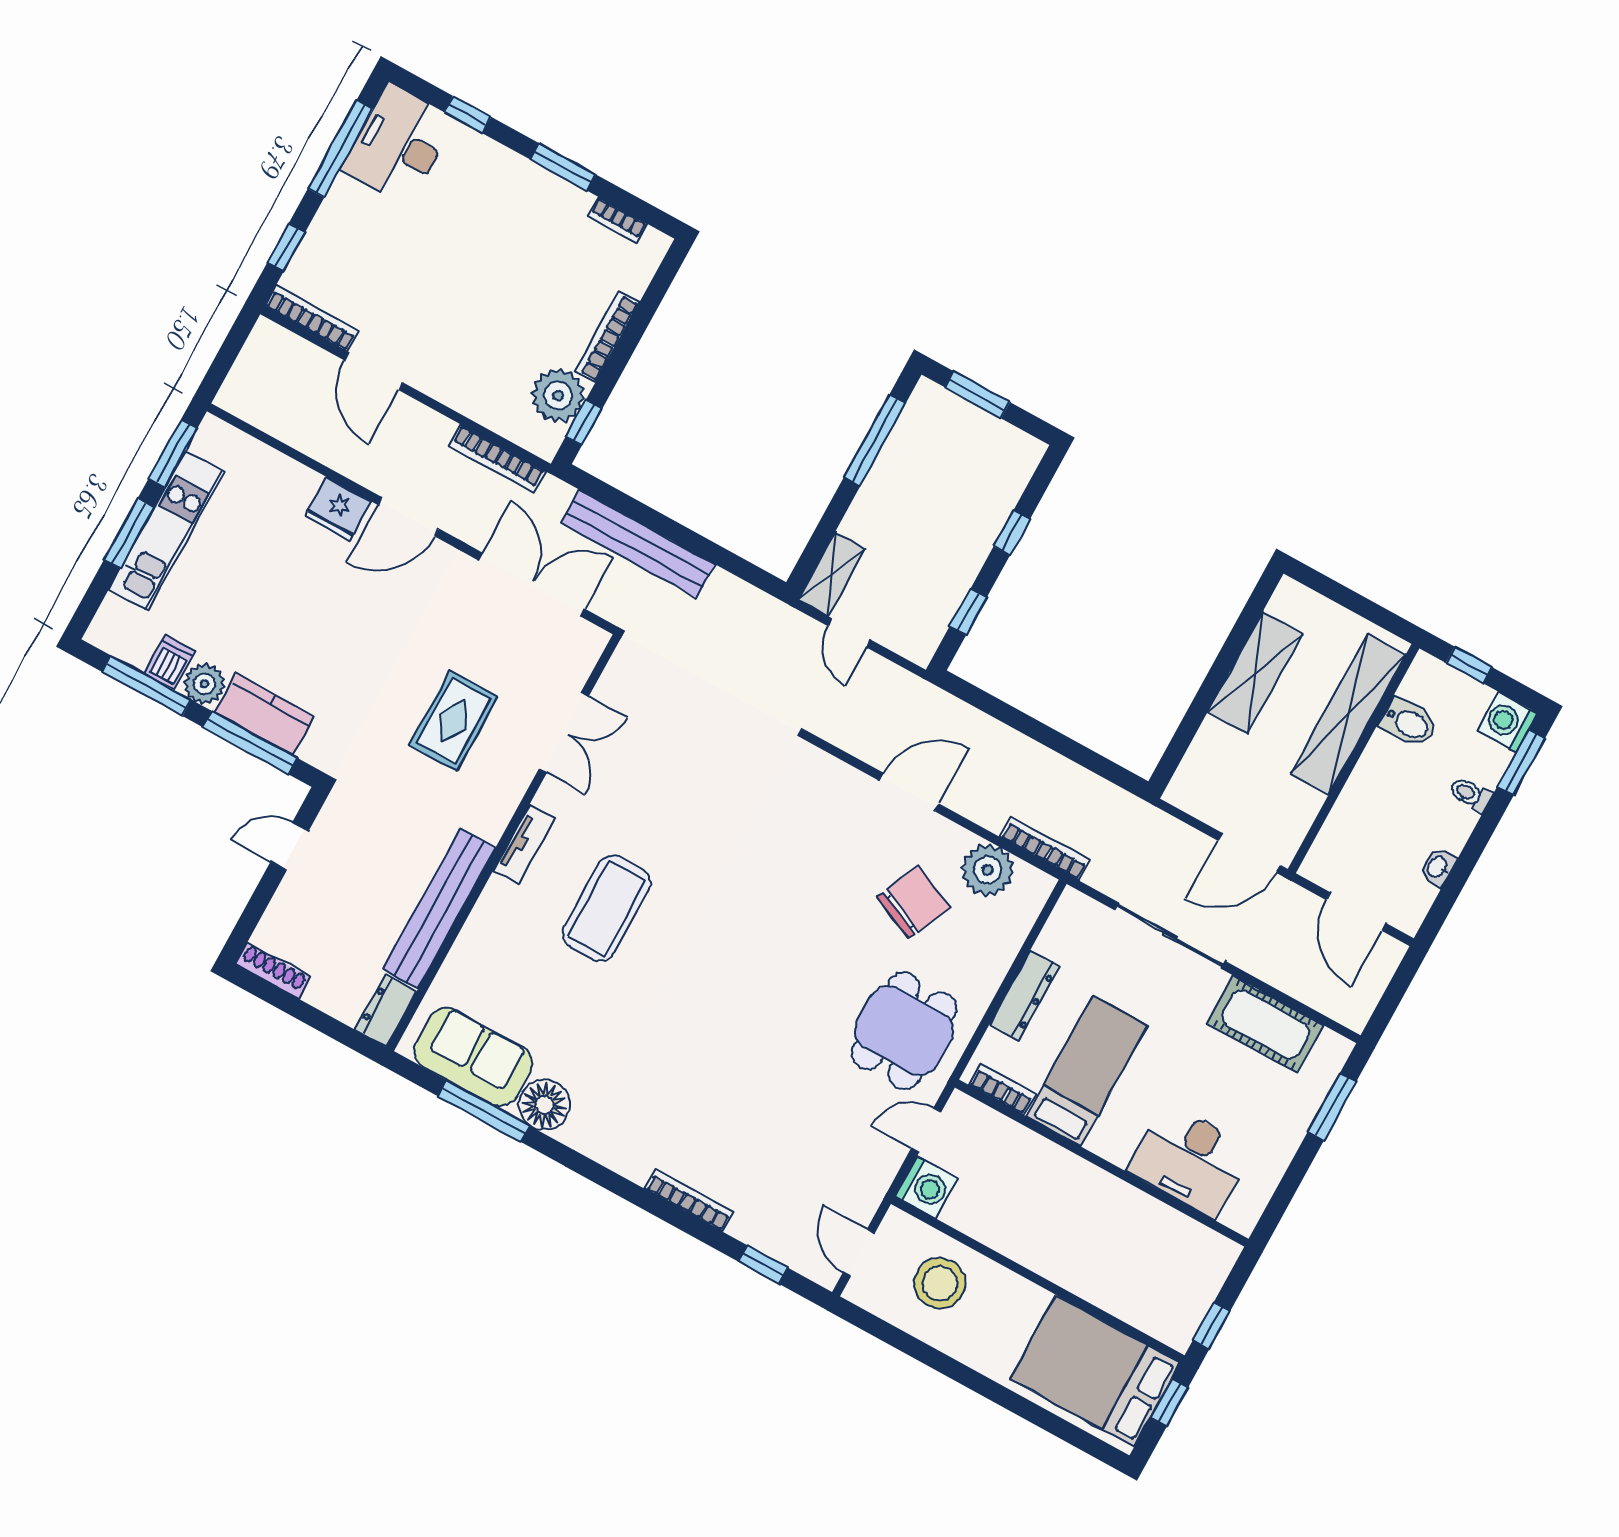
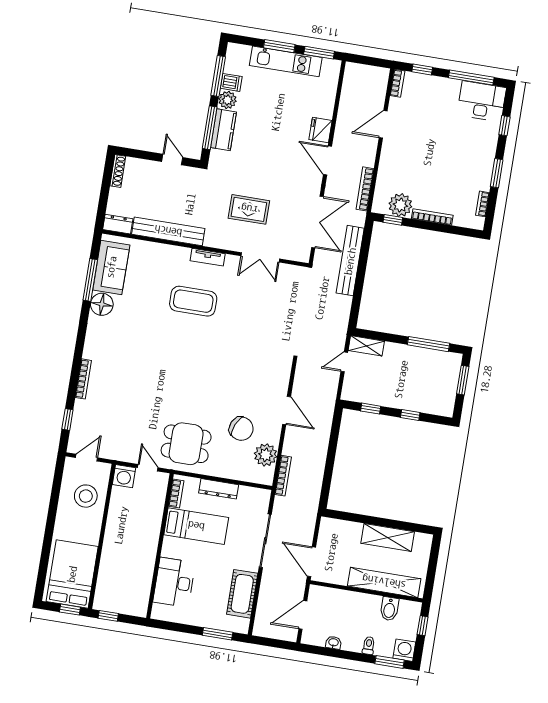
bookcase: (312, 318) -> (397, 83), width x0.64

